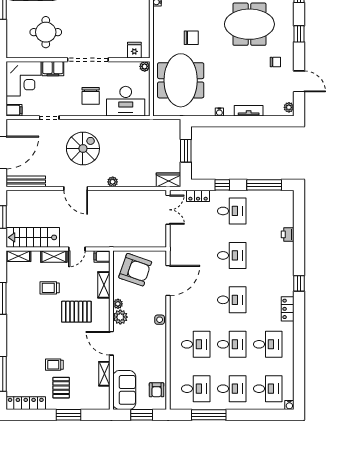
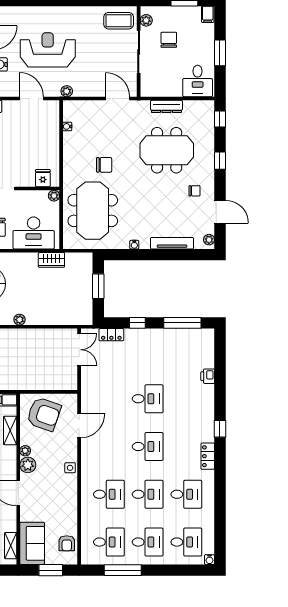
tv unit: (249, 111) -> (172, 243), width x1.41
wardrobe: (169, 180) -> (51, 260), moved, turned 180
desk: (232, 211) -> (148, 351), removed
door: (168, 280) -> (79, 426), width x0.73
shelving: (104, 374) -> (11, 546), moved

